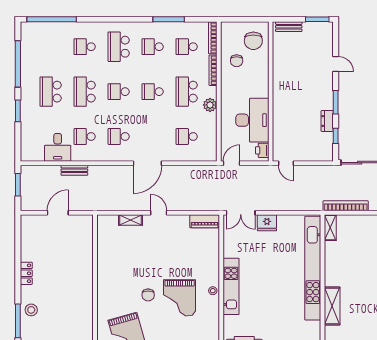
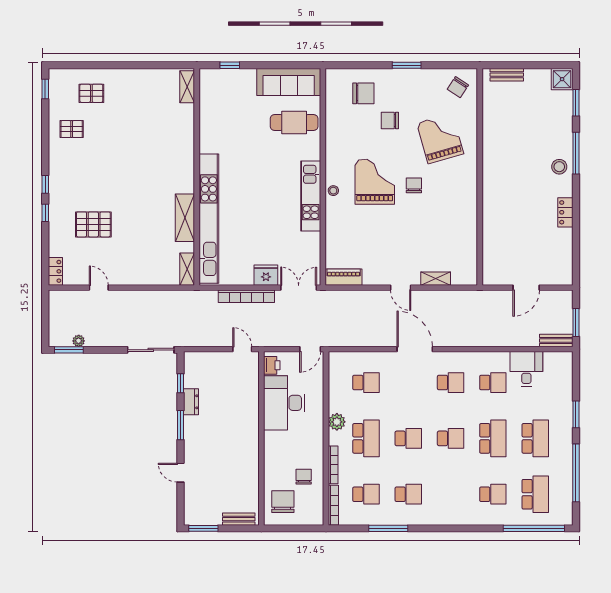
school desk: (119, 47) -> (535, 494), moved
door: (147, 163) -> (415, 349), hinge flipped
bench: (74, 170) -> (556, 341), moved
bookcase: (346, 206) -> (246, 296), moved
shelving: (332, 306) -> (185, 218), moved

